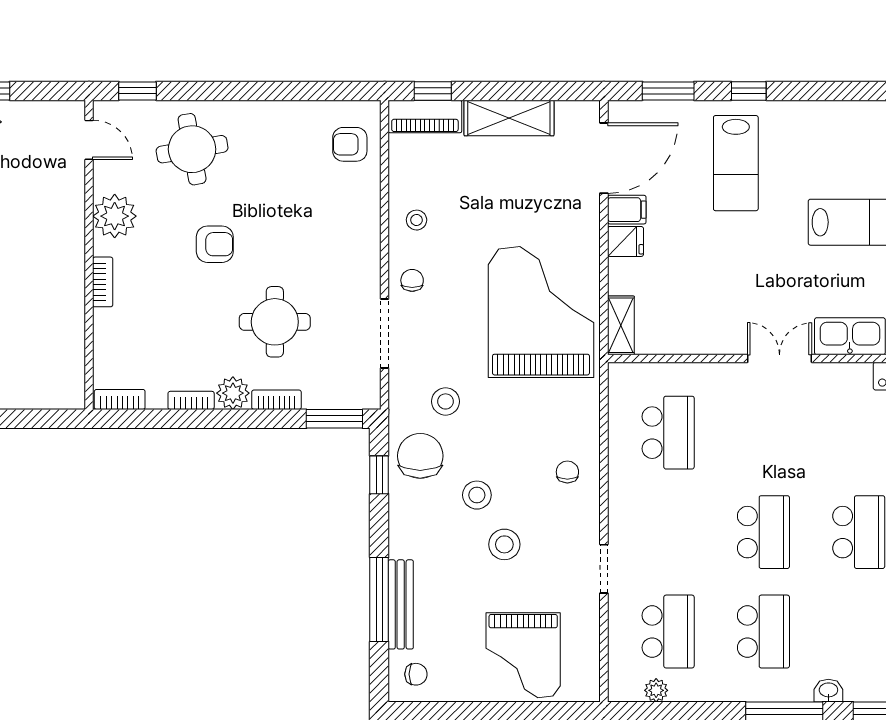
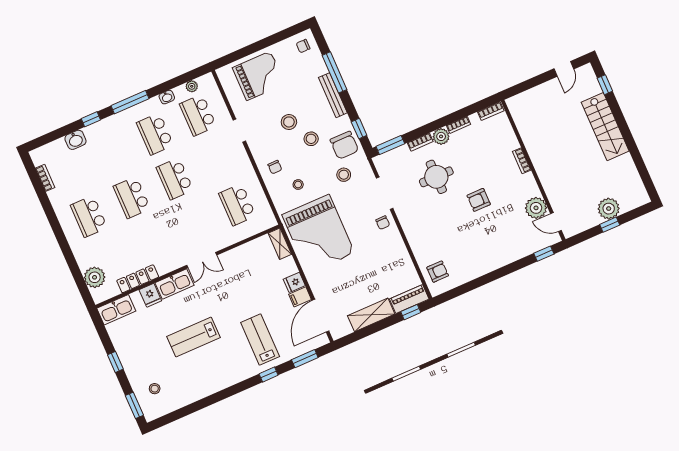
round table: (192, 149) -> (508, 238), removed
plant: (115, 216) -> (536, 208), moved
stool: (417, 220) -> (298, 185), moved
bench: (401, 604) -> (333, 95), moved
grand piano: (523, 655) -> (259, 76), turned 90
washbasin: (828, 691) -> (167, 97), moved

